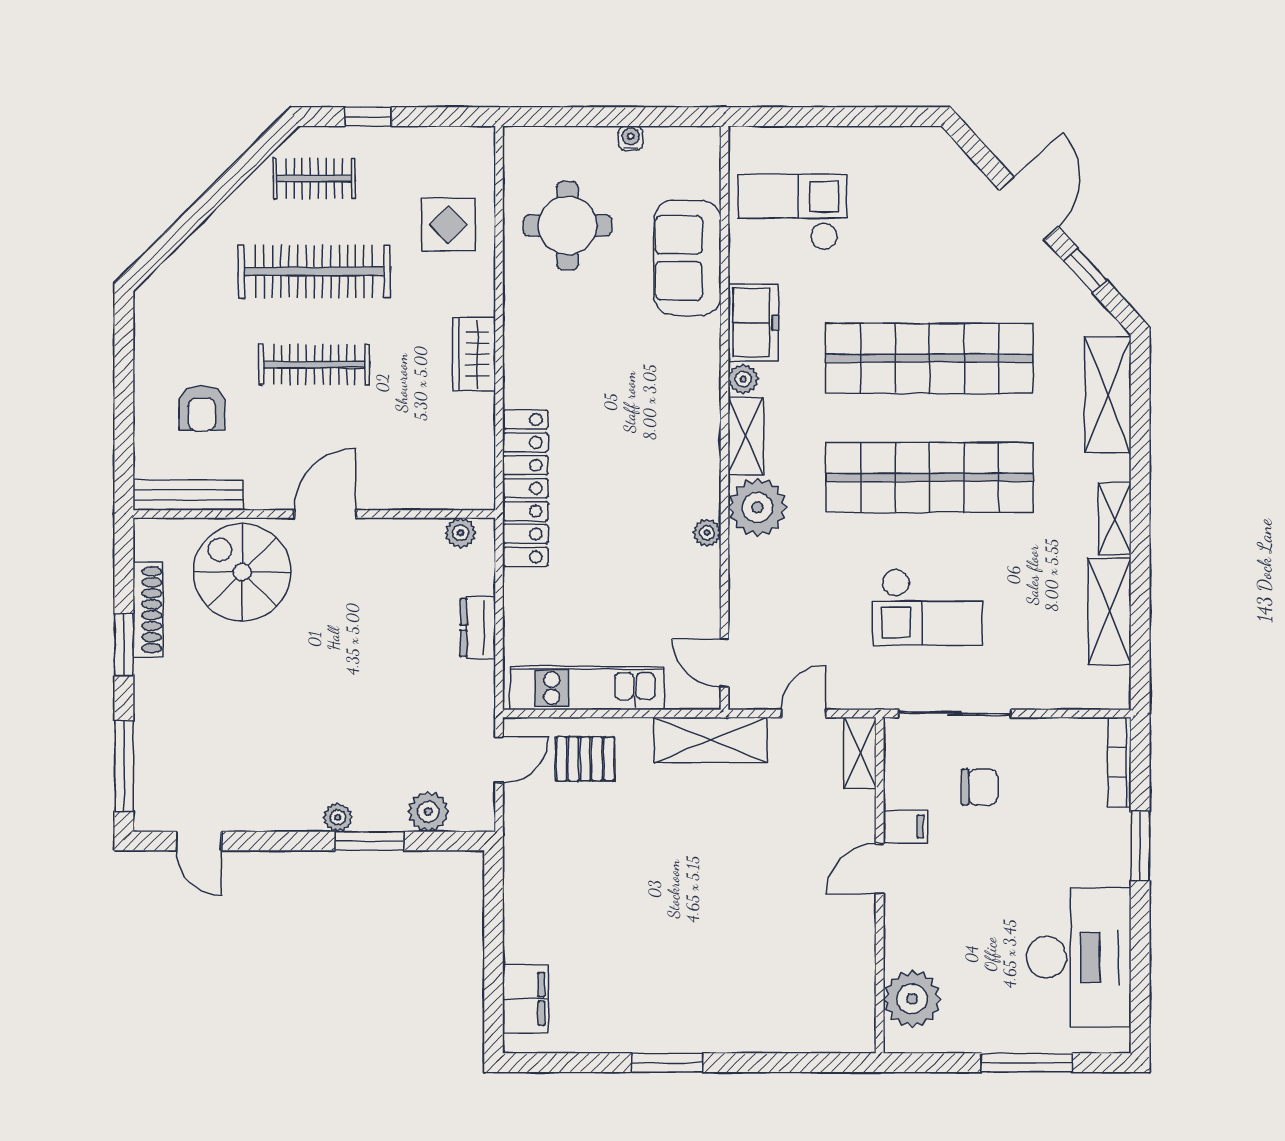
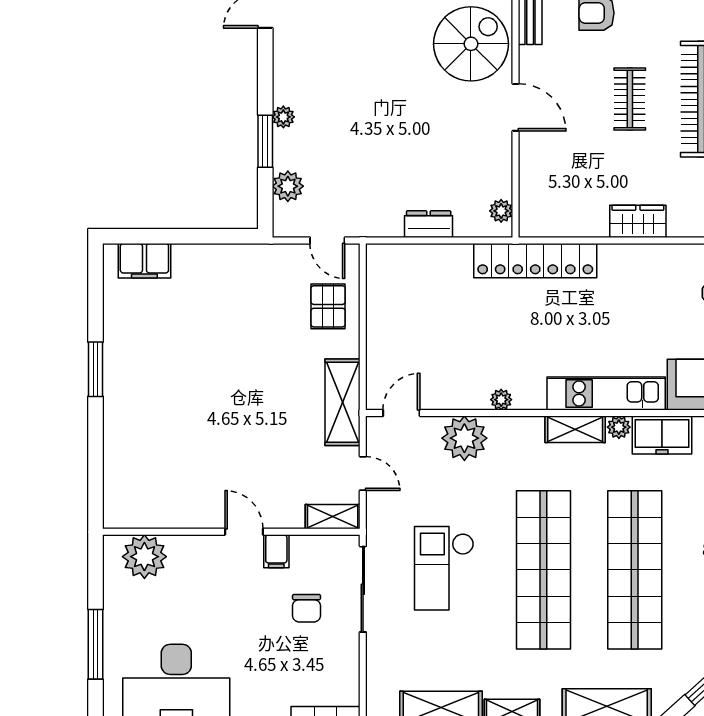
clothes rail: (314, 365) -> (630, 99), width x0.73
plant: (757, 507) -> (464, 438), moved
kitchen unit: (587, 688) -> (606, 394), moved, turned -90

